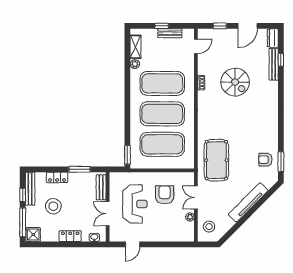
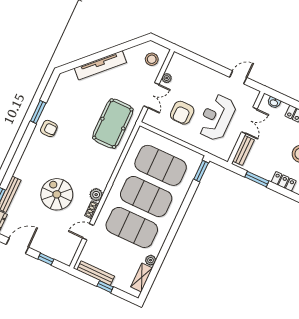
bench: (170, 33) -> (96, 273), width x1.36
door: (196, 46) -> (88, 232), moved
plant: (203, 97) -> (96, 195), added
armchair: (265, 160) -> (49, 128), moved
window: (281, 162) -> (38, 112), moved

